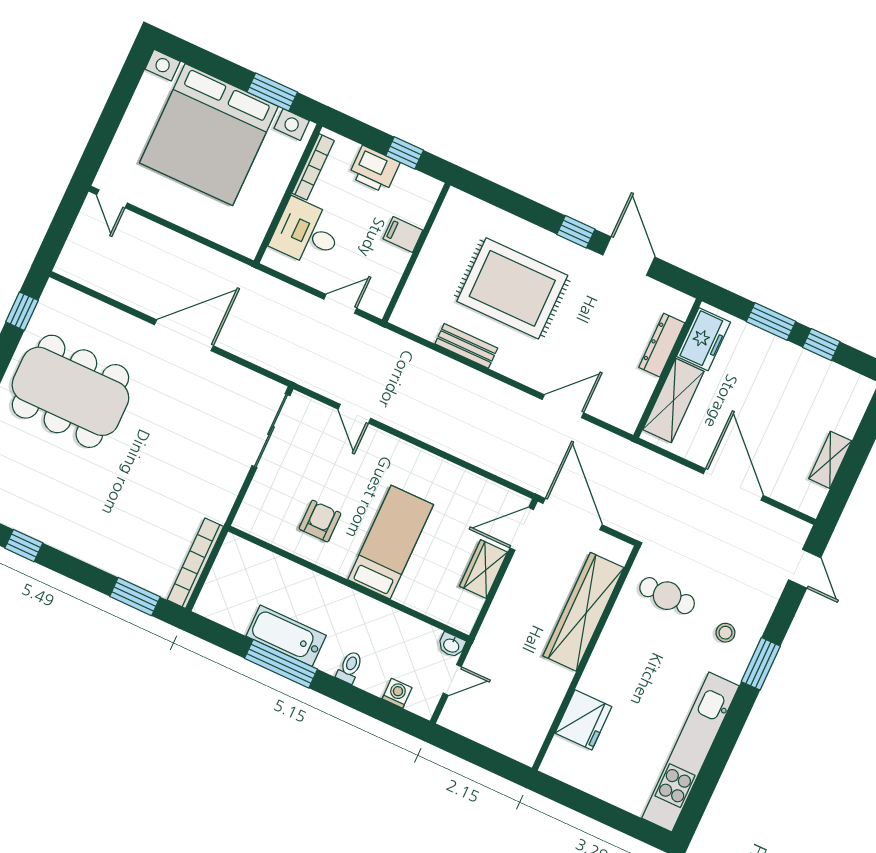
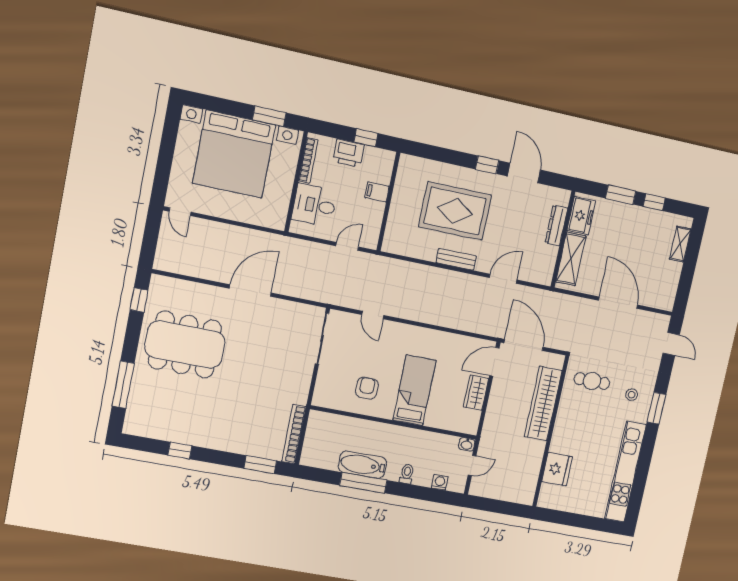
bench: (466, 346) -> (456, 259), moved
shelving: (830, 460) -> (680, 244), moved

